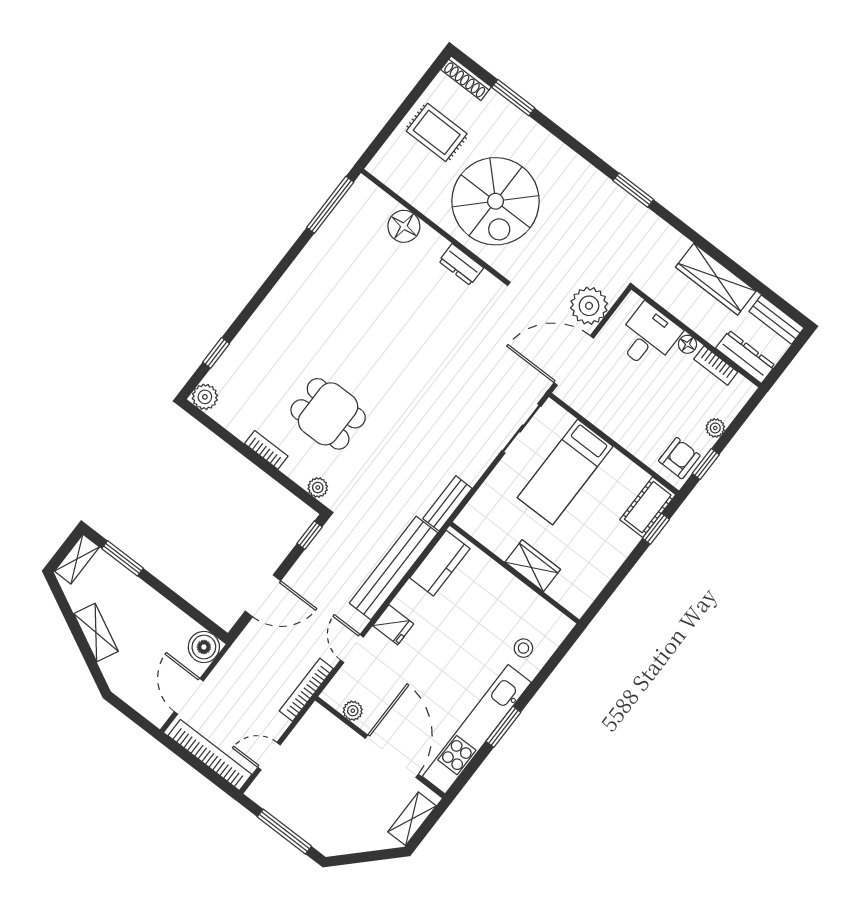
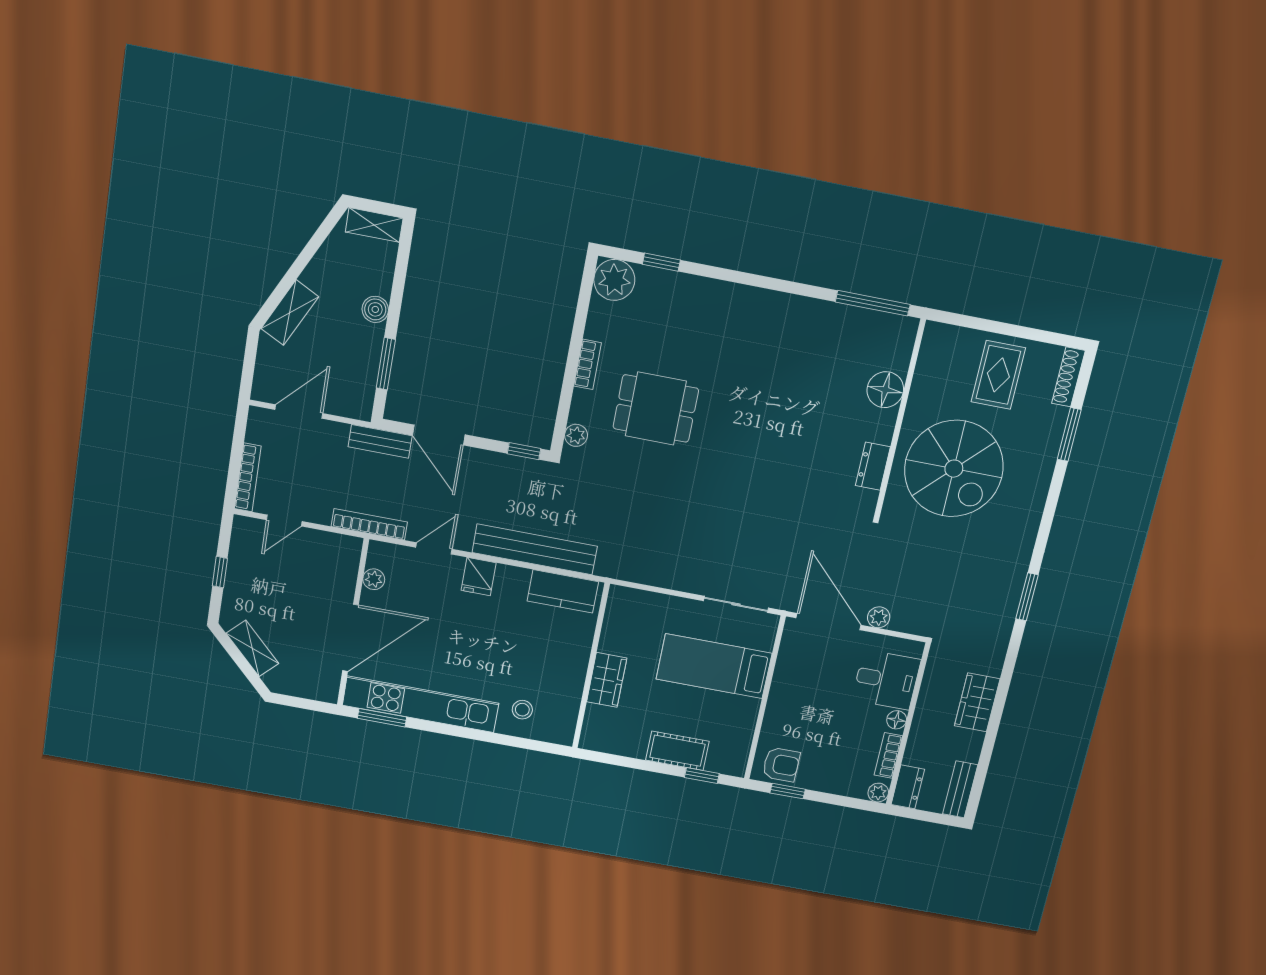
spiral stairs: (496, 201) -> (954, 469), turned -90
wardrobe: (716, 279) -> (977, 702), width x0.67
plant: (589, 306) -> (879, 617), width x0.53, depth x0.53
dresser: (745, 357) -> (908, 787), width x0.70
plant: (205, 397) -> (614, 280), width x1.36, depth x1.36
dining table: (328, 414) -> (656, 408), turned 90
plant: (715, 428) -> (878, 793), moved
bench: (447, 503) -> (380, 441), moved
cot: (648, 507) -> (677, 751), moved
window: (122, 558) -> (386, 364), moved
shelving: (96, 632) -> (290, 313), moved
boiler: (204, 647) -> (375, 309), moved, width x0.73, depth x0.73
window: (503, 727) -> (382, 718), moved
bookcase: (210, 755) -> (248, 477), width x0.68, depth x0.76
door: (269, 756) -> (284, 521), swing flipped
shelving: (412, 819) -> (252, 648), moved, turned 45
window: (284, 832) -> (220, 572), width x0.46

